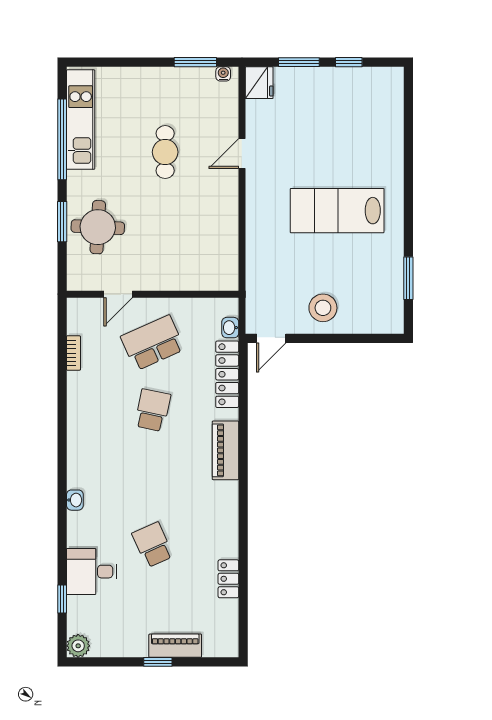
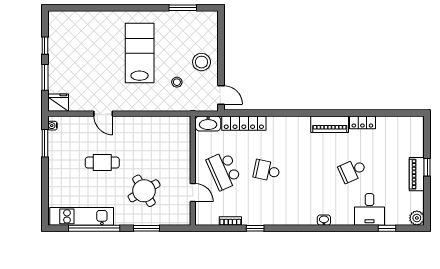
lab bench: (337, 211) -> (140, 53), turned 180
round table: (98, 227) -> (144, 191), moved, turned -33
stool: (291, 269) -> (177, 82), added
washbasin: (230, 328) -> (208, 124), width x1.91, depth x1.45
window: (62, 392) -> (255, 228), added
piano: (225, 450) -> (330, 124), moved
locker: (228, 579) -> (362, 122), moved
piano: (175, 646) -> (417, 174), moved

